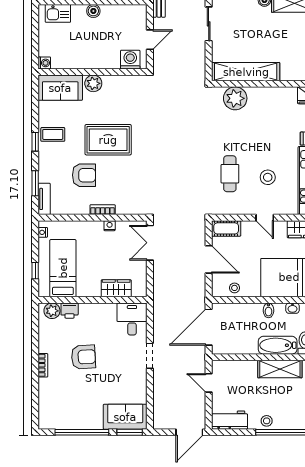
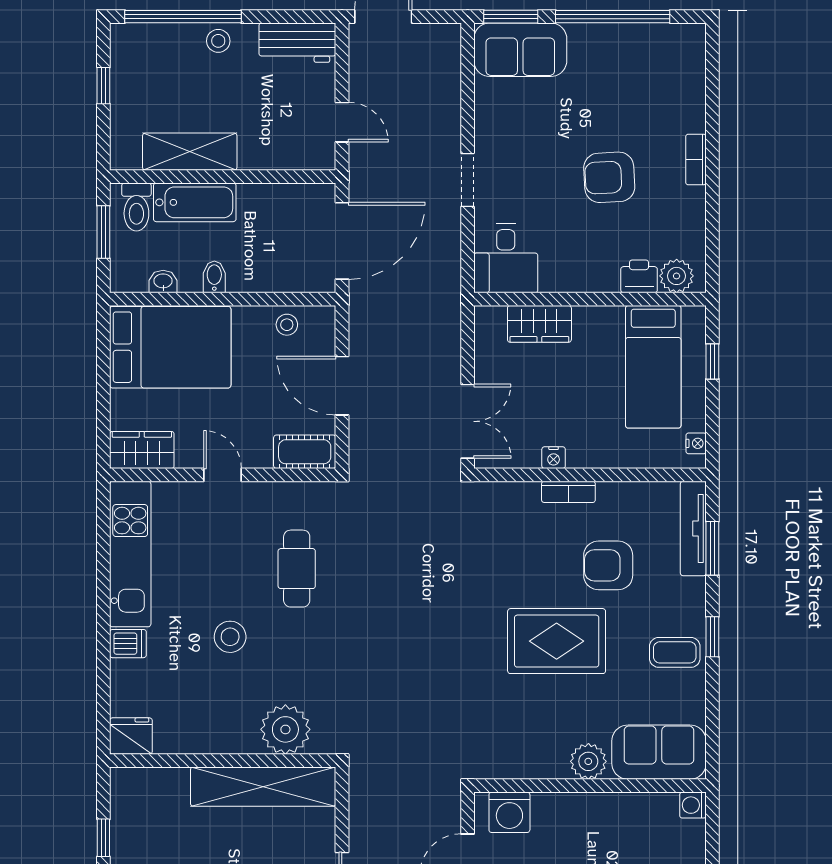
stool: (268, 177) -> (230, 637), moved
tv unit: (44, 199) -> (693, 528), width x1.41

